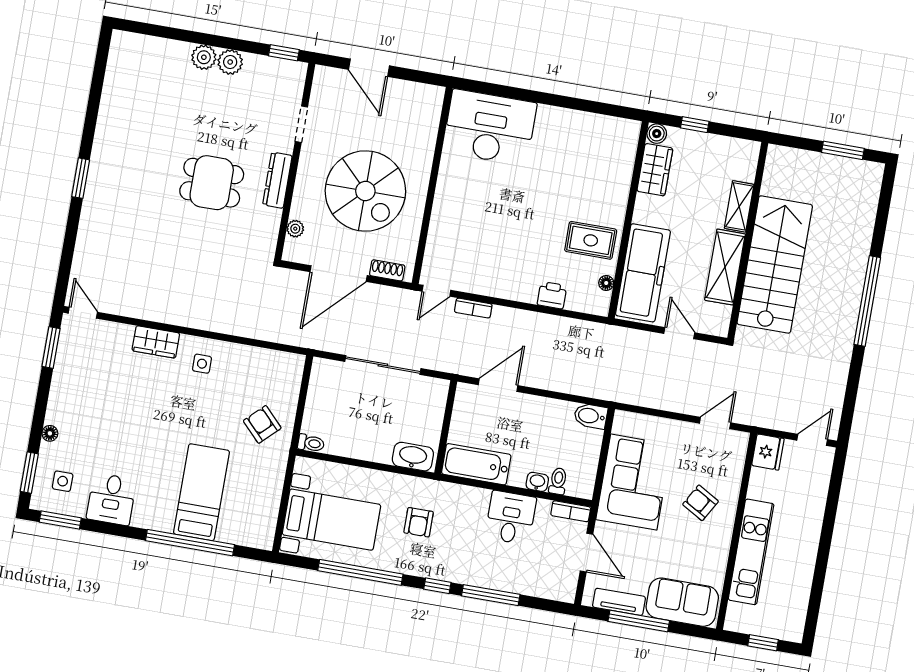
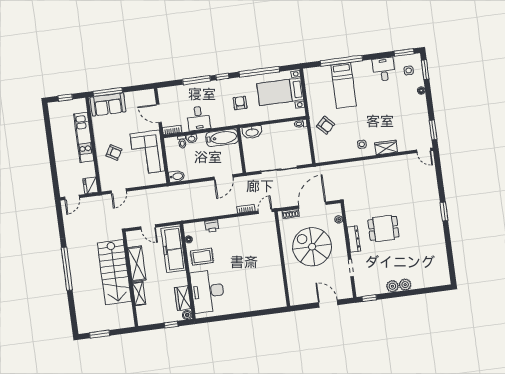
desk: (490, 127) -> (208, 291), moved, turned 90
tv unit: (619, 602) -> (137, 96), removed
window: (639, 621) -> (108, 92), moved

